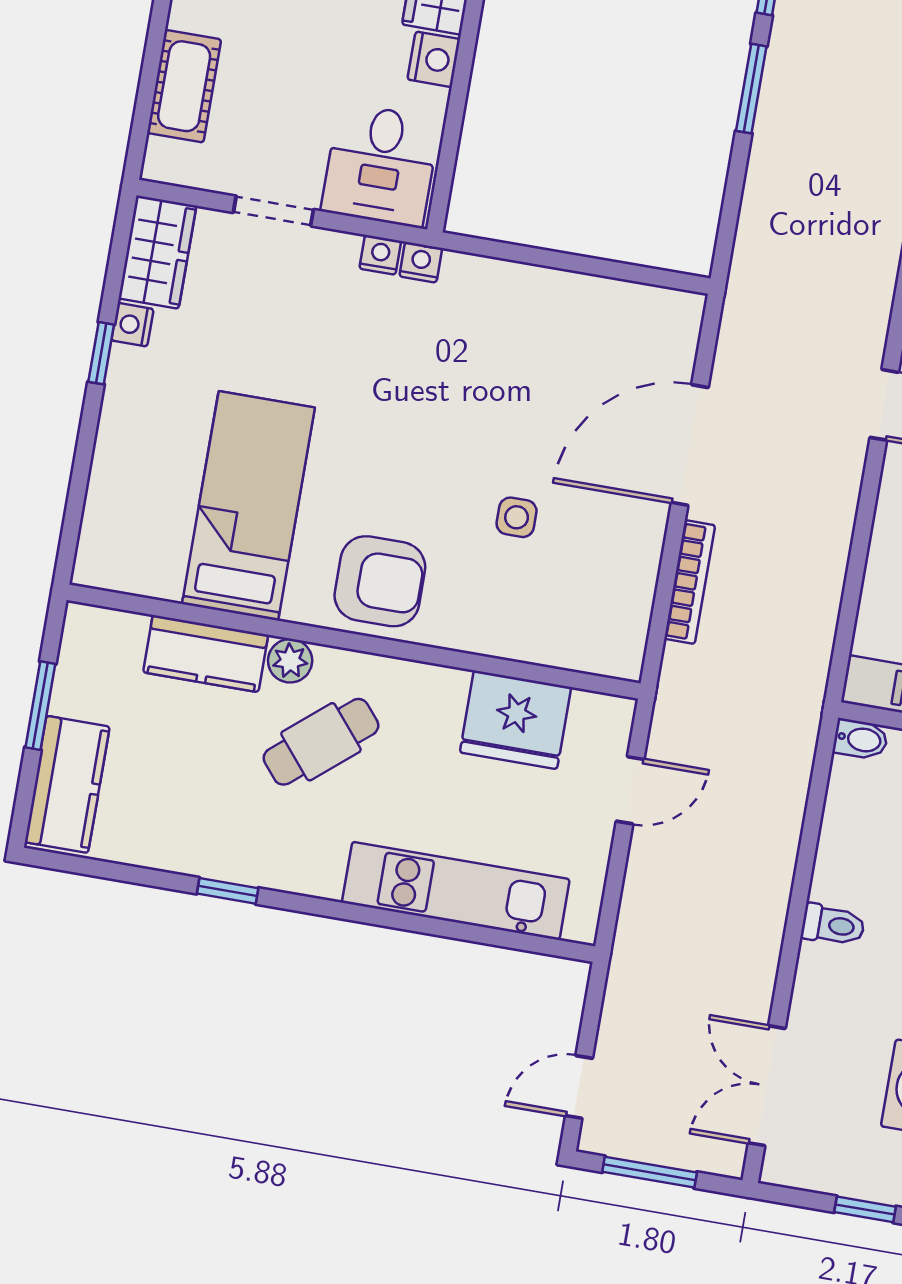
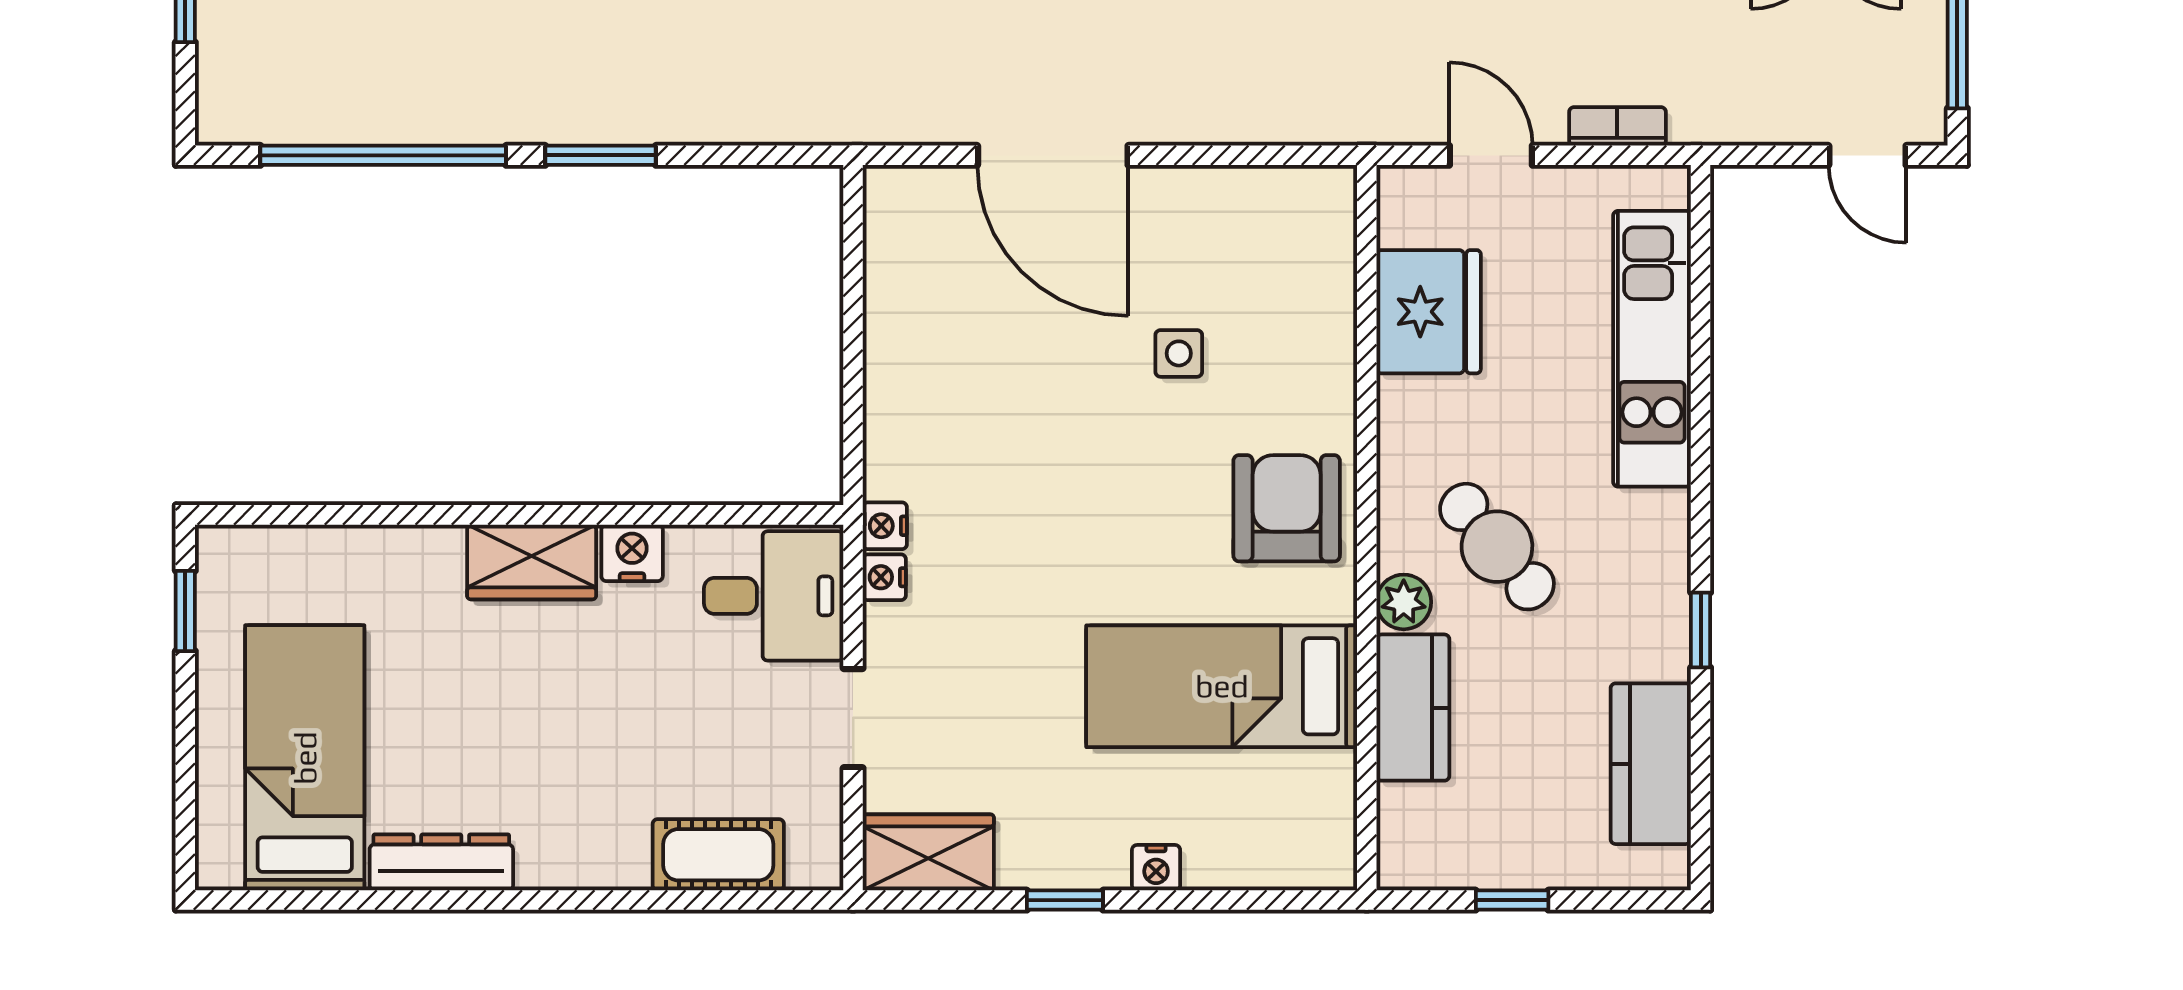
nightstand: (132, 325) -> (1156, 868), moved
bookcase: (690, 582) -> (1617, 126), moved, width x0.64
window: (40, 706) -> (1512, 900), width x0.67
kitchen counter: (67, 784) -> (1651, 764), moved, turned -90

